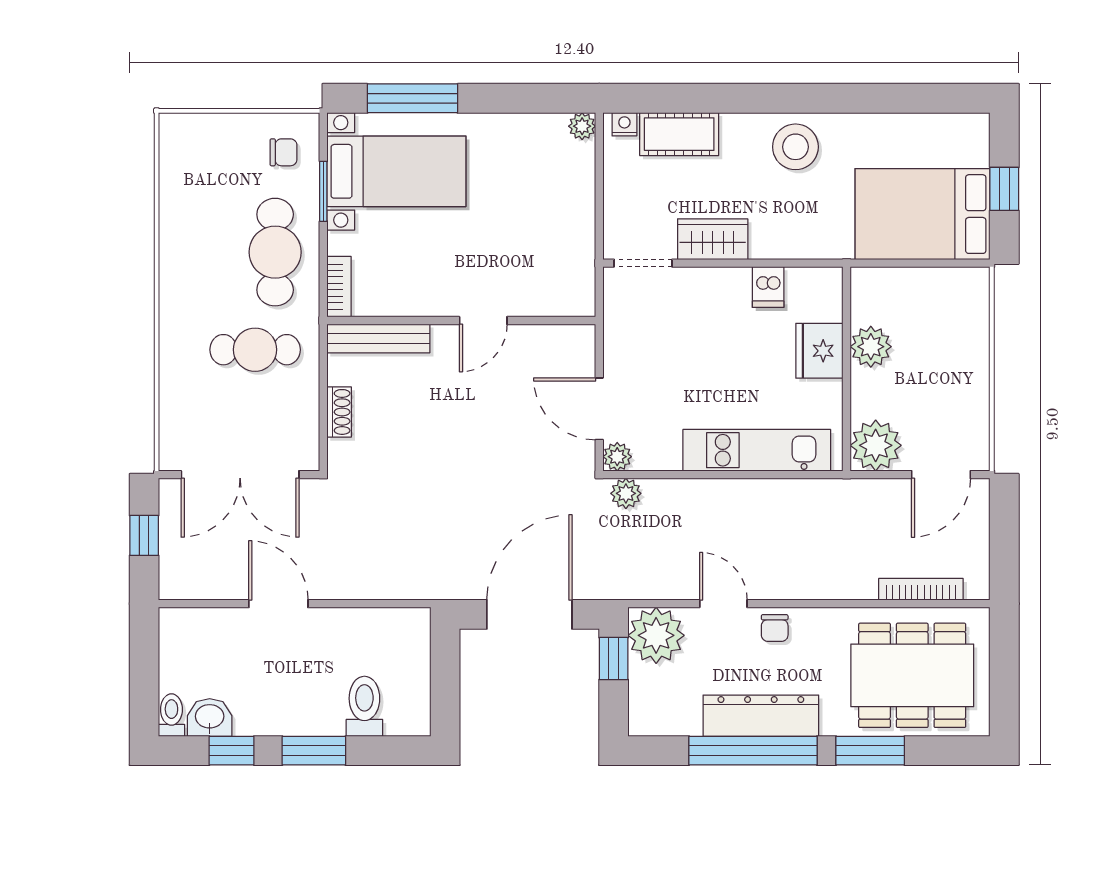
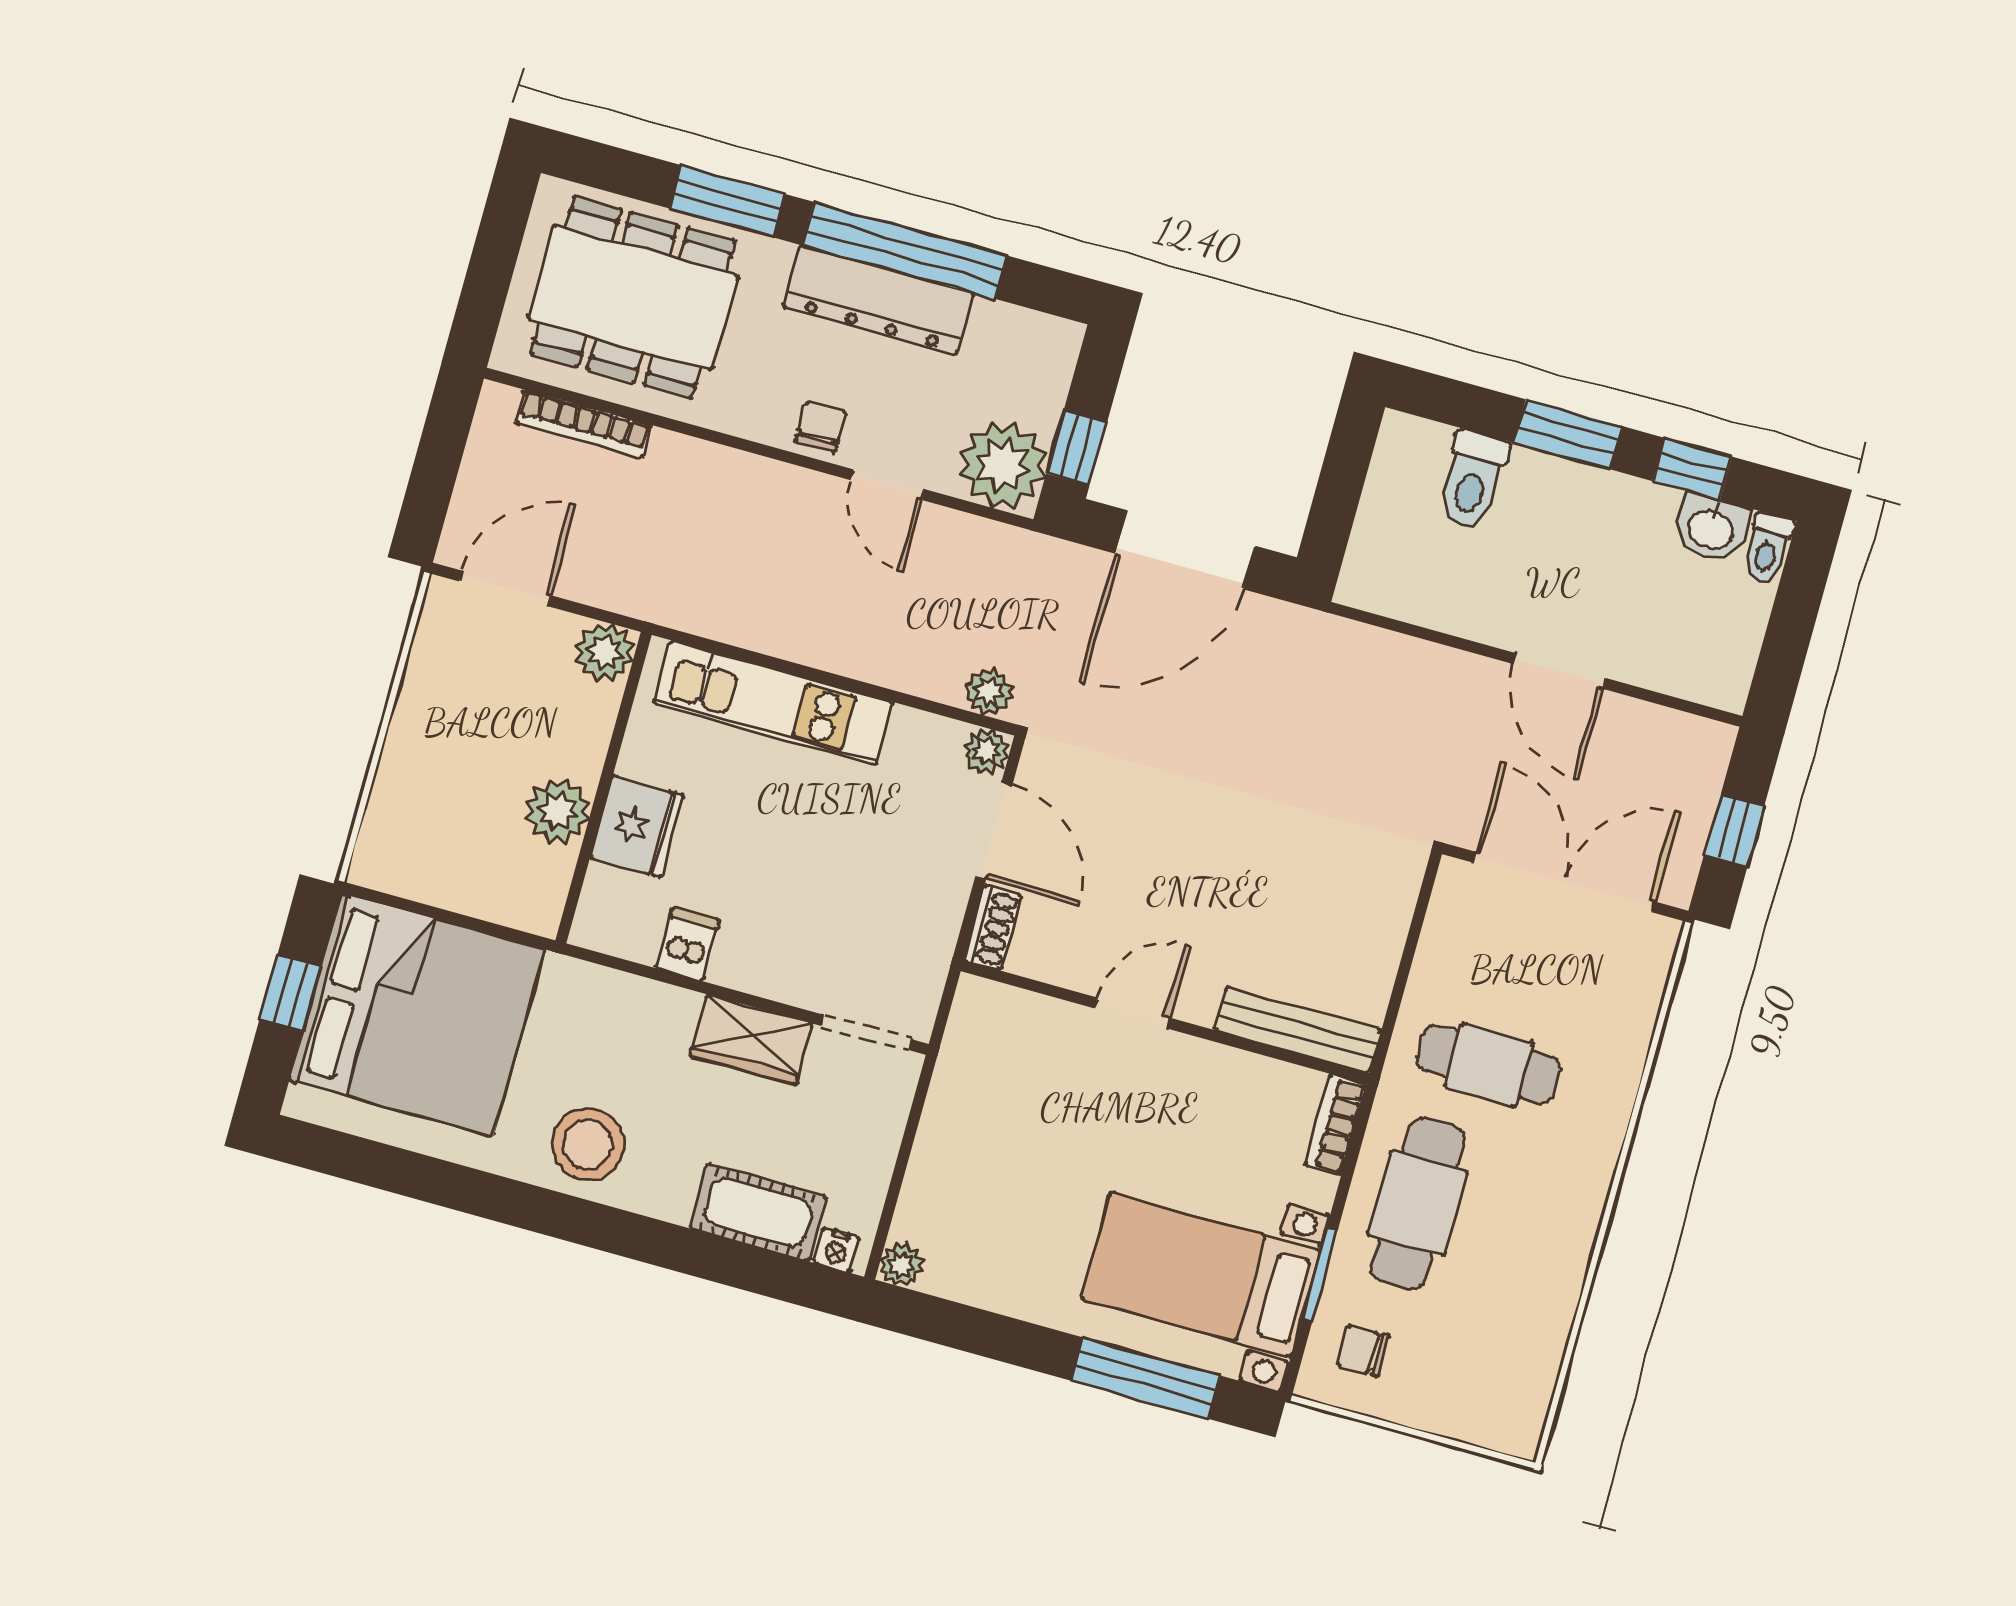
bed: (923, 214) -> (417, 1015), width x1.36
shoe rack: (339, 412) -> (993, 928), moved, turned 180
plant: (876, 445) -> (605, 652), width x0.73, depth x0.73

